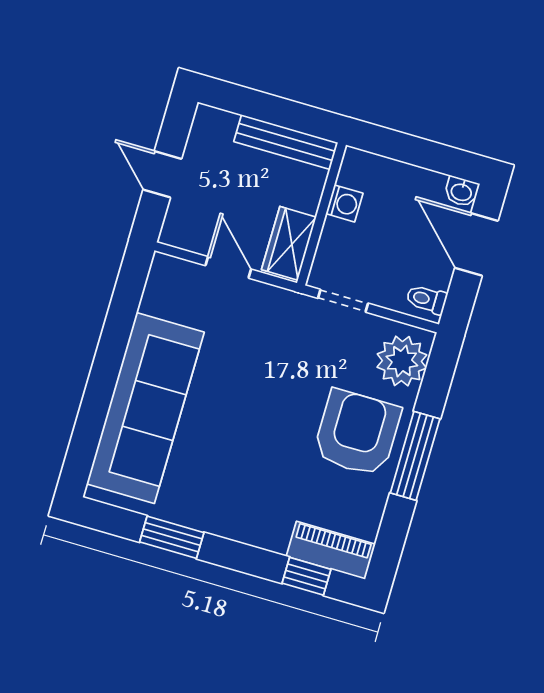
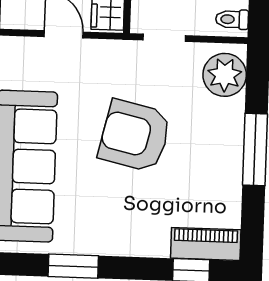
armchair: (357, 433) -> (135, 136), moved, turned -77

